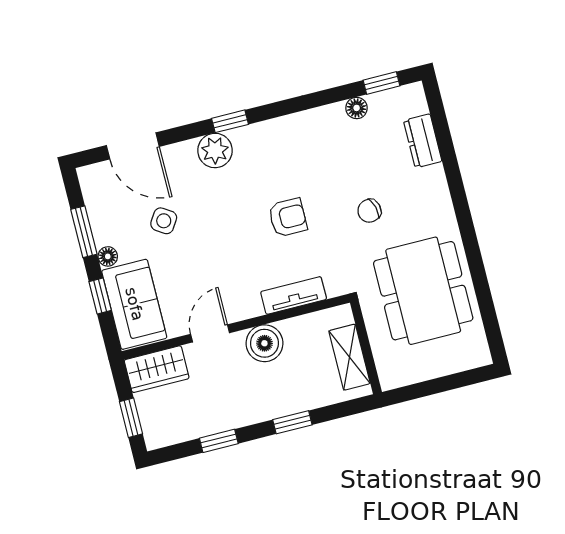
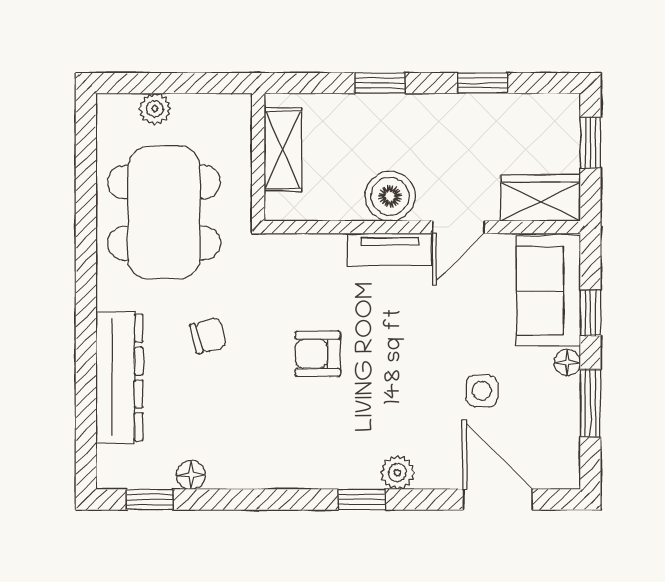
dresser: (423, 141) -> (119, 377), width x1.96, depth x1.24
plant: (215, 151) -> (397, 473), width x0.73, depth x0.73
side table: (164, 221) -> (482, 391), turned -33
tv unit: (294, 295) -> (390, 249), moved
plant: (448, 363) -> (155, 109), added

